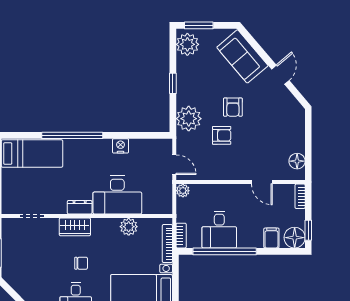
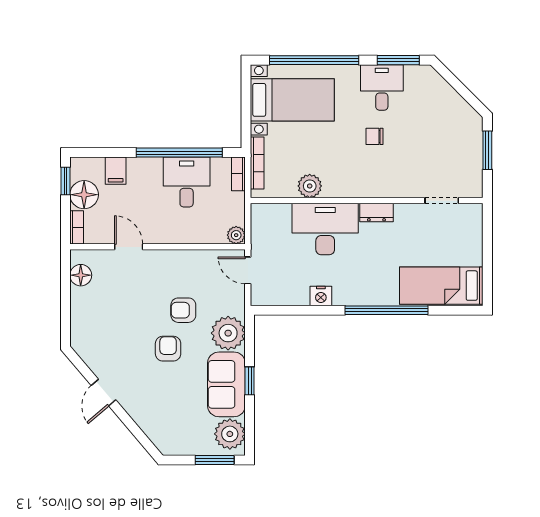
sofa: (242, 56) -> (226, 384), moved, turned -140
wardrobe: (75, 227) -> (383, 186), removed
floor lamp: (295, 238) -> (84, 195), moved

